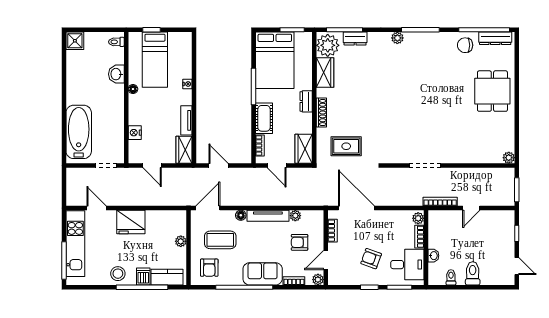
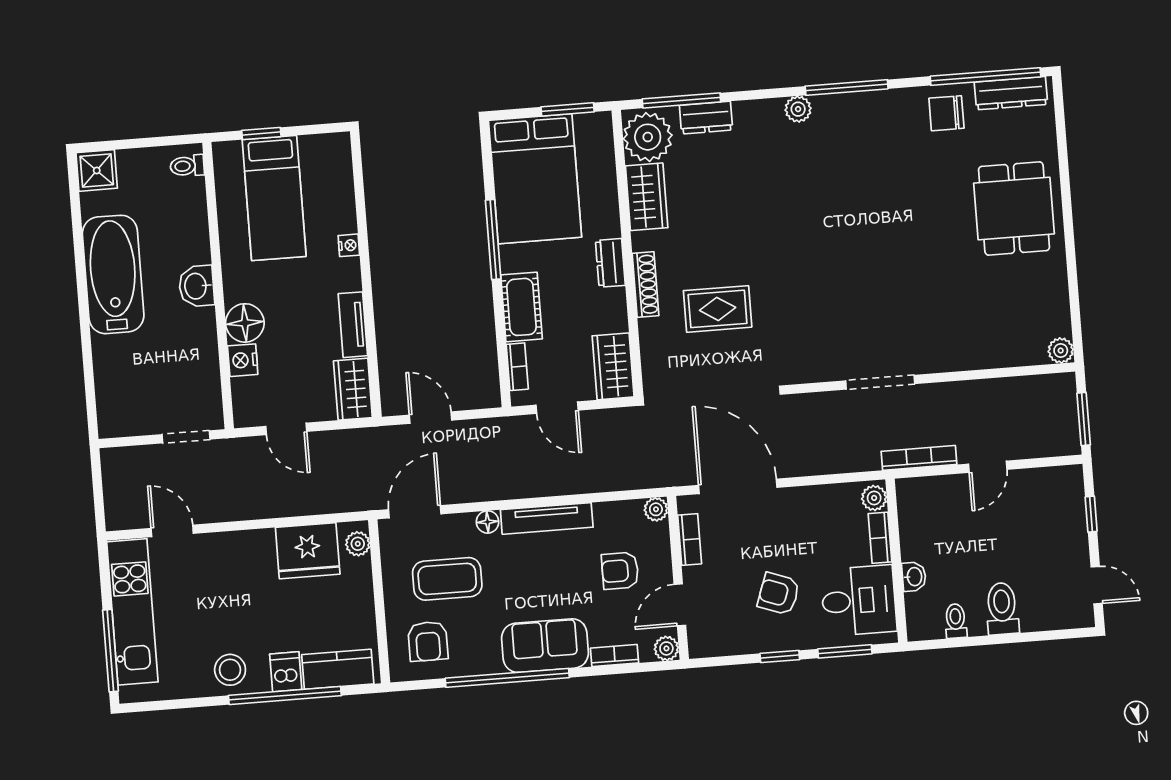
washbasin: (116, 74) -> (196, 286), moved
floor lamp: (133, 89) -> (245, 323), moved, width x1.89, depth x1.89
bathtub: (79, 132) -> (113, 274), moved
rug: (346, 146) -> (718, 309), moved
plant: (295, 216) -> (656, 509), moved
fridge: (131, 222) -> (308, 551), moved
plant: (181, 241) -> (358, 544), moved

